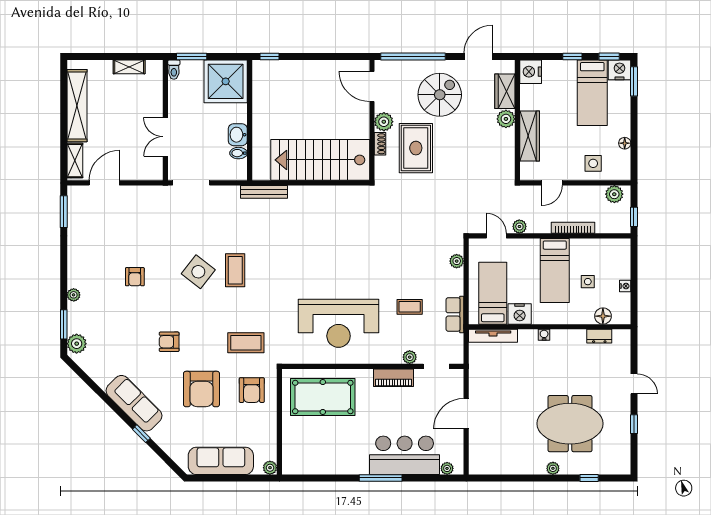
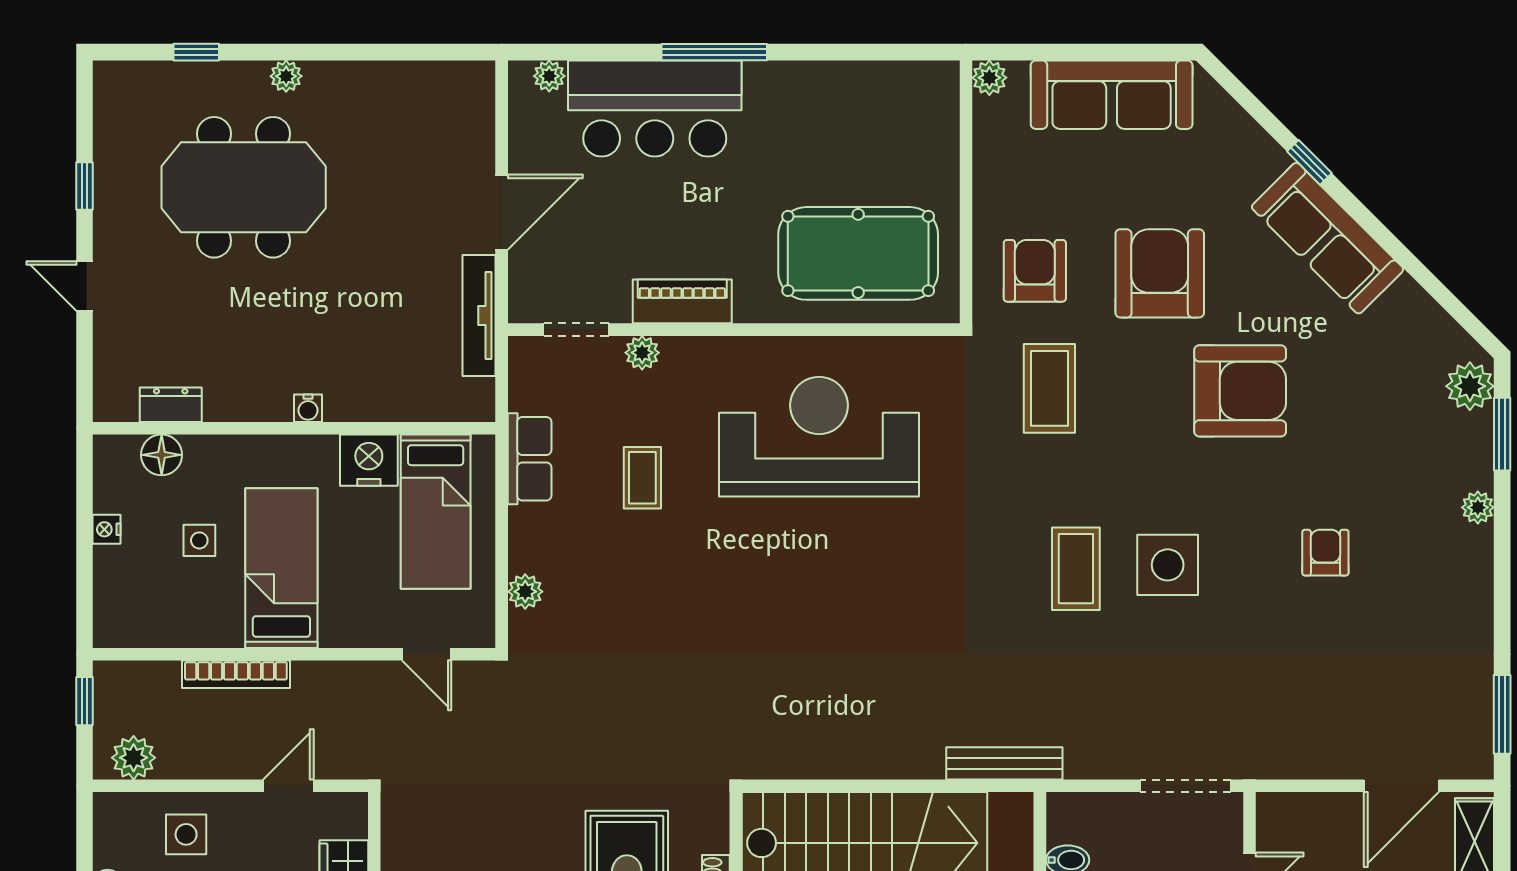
plant: (519, 226) -> (369, 677), removed
side table: (198, 272) -> (1168, 565), turned -38
coffee table: (410, 307) -> (642, 478), turned 90
tv unit: (493, 336) -> (479, 316), moved, turned -90
armchair: (169, 342) -> (1240, 391), width x1.88, depth x1.88
coffee table: (246, 343) -> (1049, 388), turned 90

